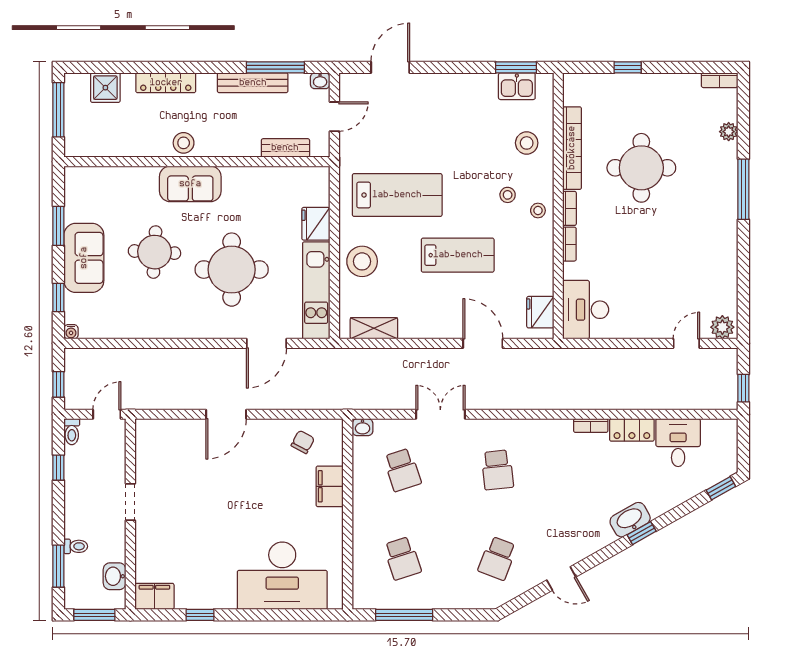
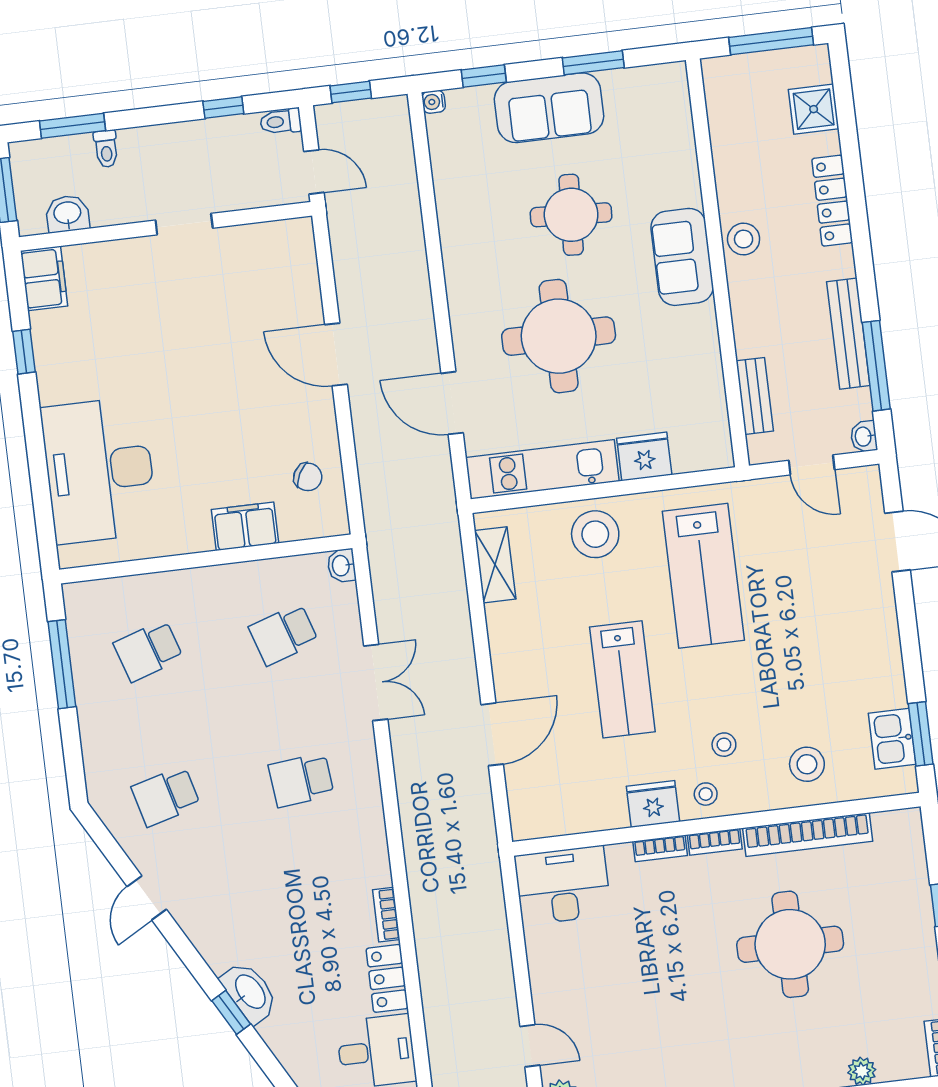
fridge: (540, 312) -> (653, 804), moved
school desk: (497, 558) -> (166, 796), turned -36

